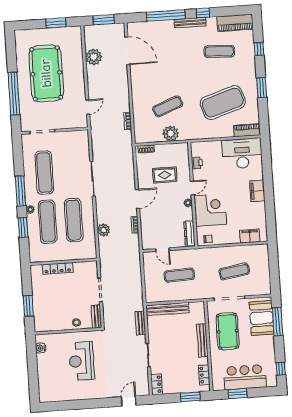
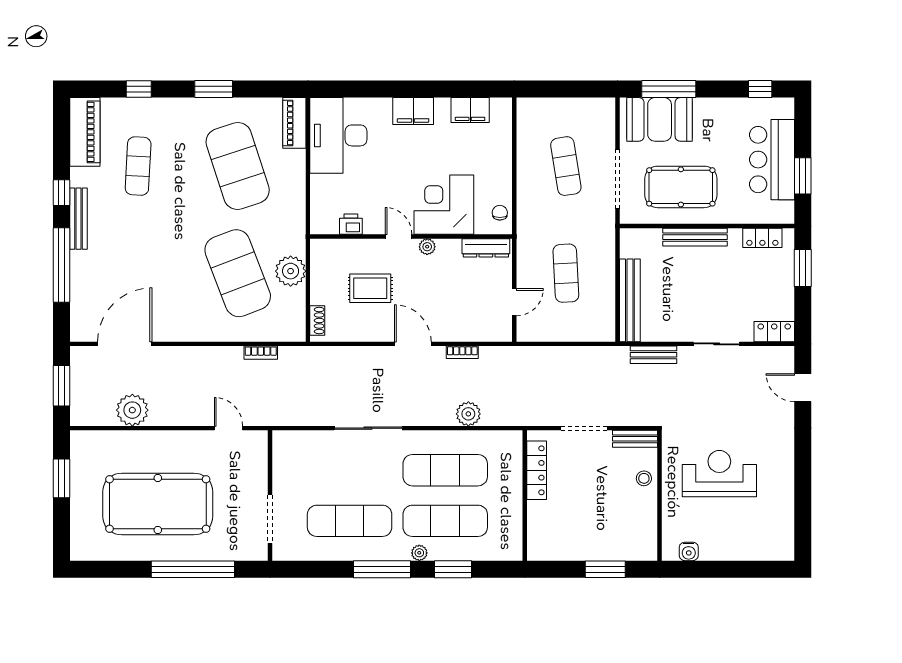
exercise mat: (168, 106) -> (238, 273), width x2.00, depth x1.45
rug: (165, 175) -> (370, 288), turned 90
filing cabinet: (250, 236) -> (470, 110), moved, turned -90
locker: (58, 268) -> (537, 470), moved
reception desk: (82, 361) -> (719, 474), turned 180

